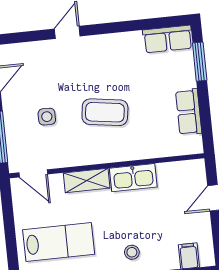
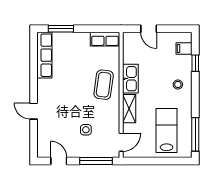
row of seats: (168, 39) -> (44, 55), width x1.48
coffee table: (105, 112) -> (104, 85), moved
row of seats: (189, 112) -> (105, 39), moved

